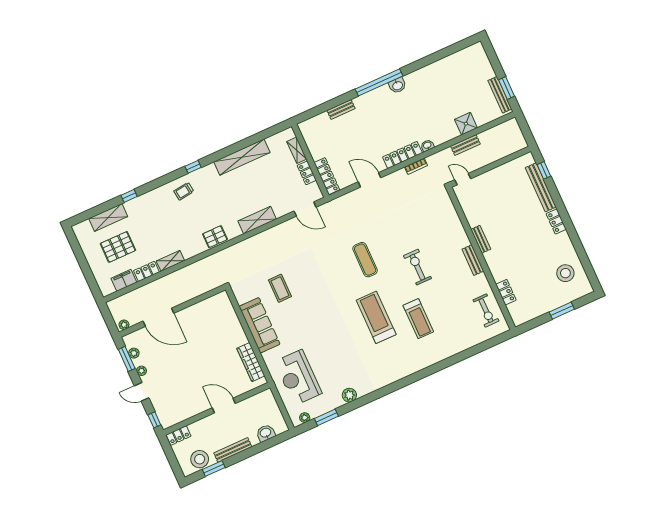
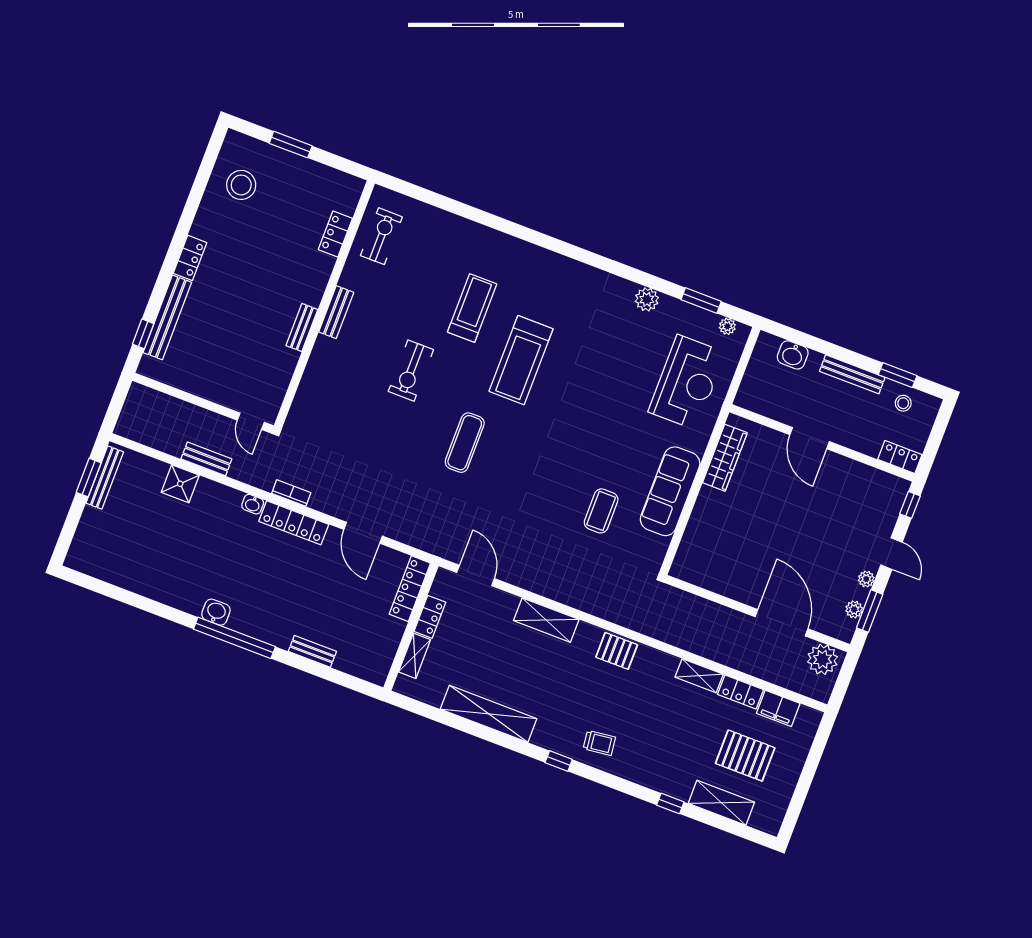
plant: (124, 325) -> (822, 659), width x1.87, depth x1.87
stool: (200, 459) -> (903, 403), width x0.53, depth x0.53

